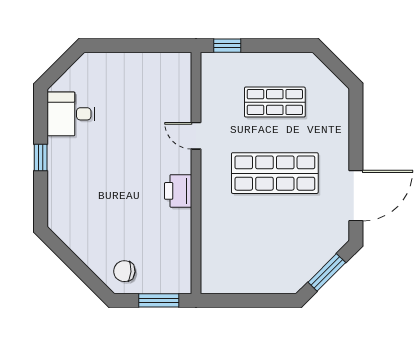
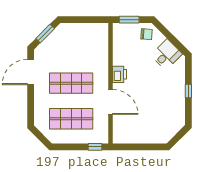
shop shelf: (275, 102) -> (71, 119), width x1.43, depth x1.36
desk: (71, 114) -> (166, 55), moved, turned -45
door: (196, 136) -> (111, 102), width x1.87

